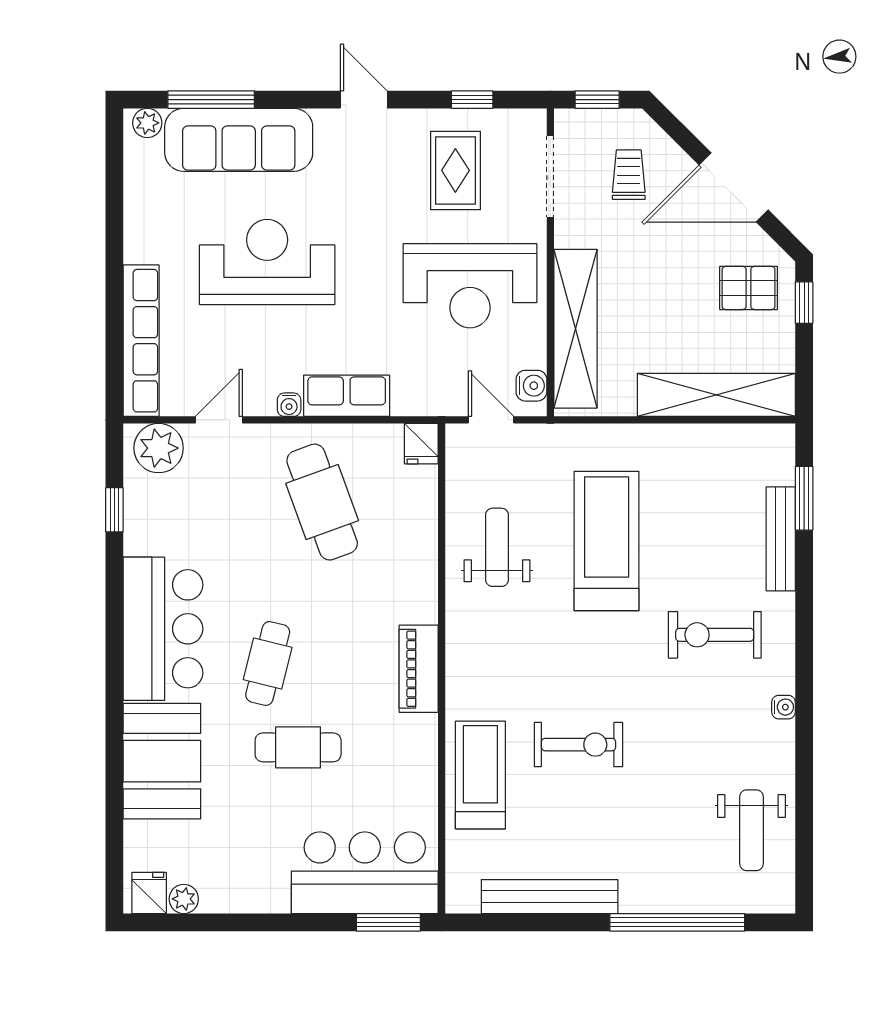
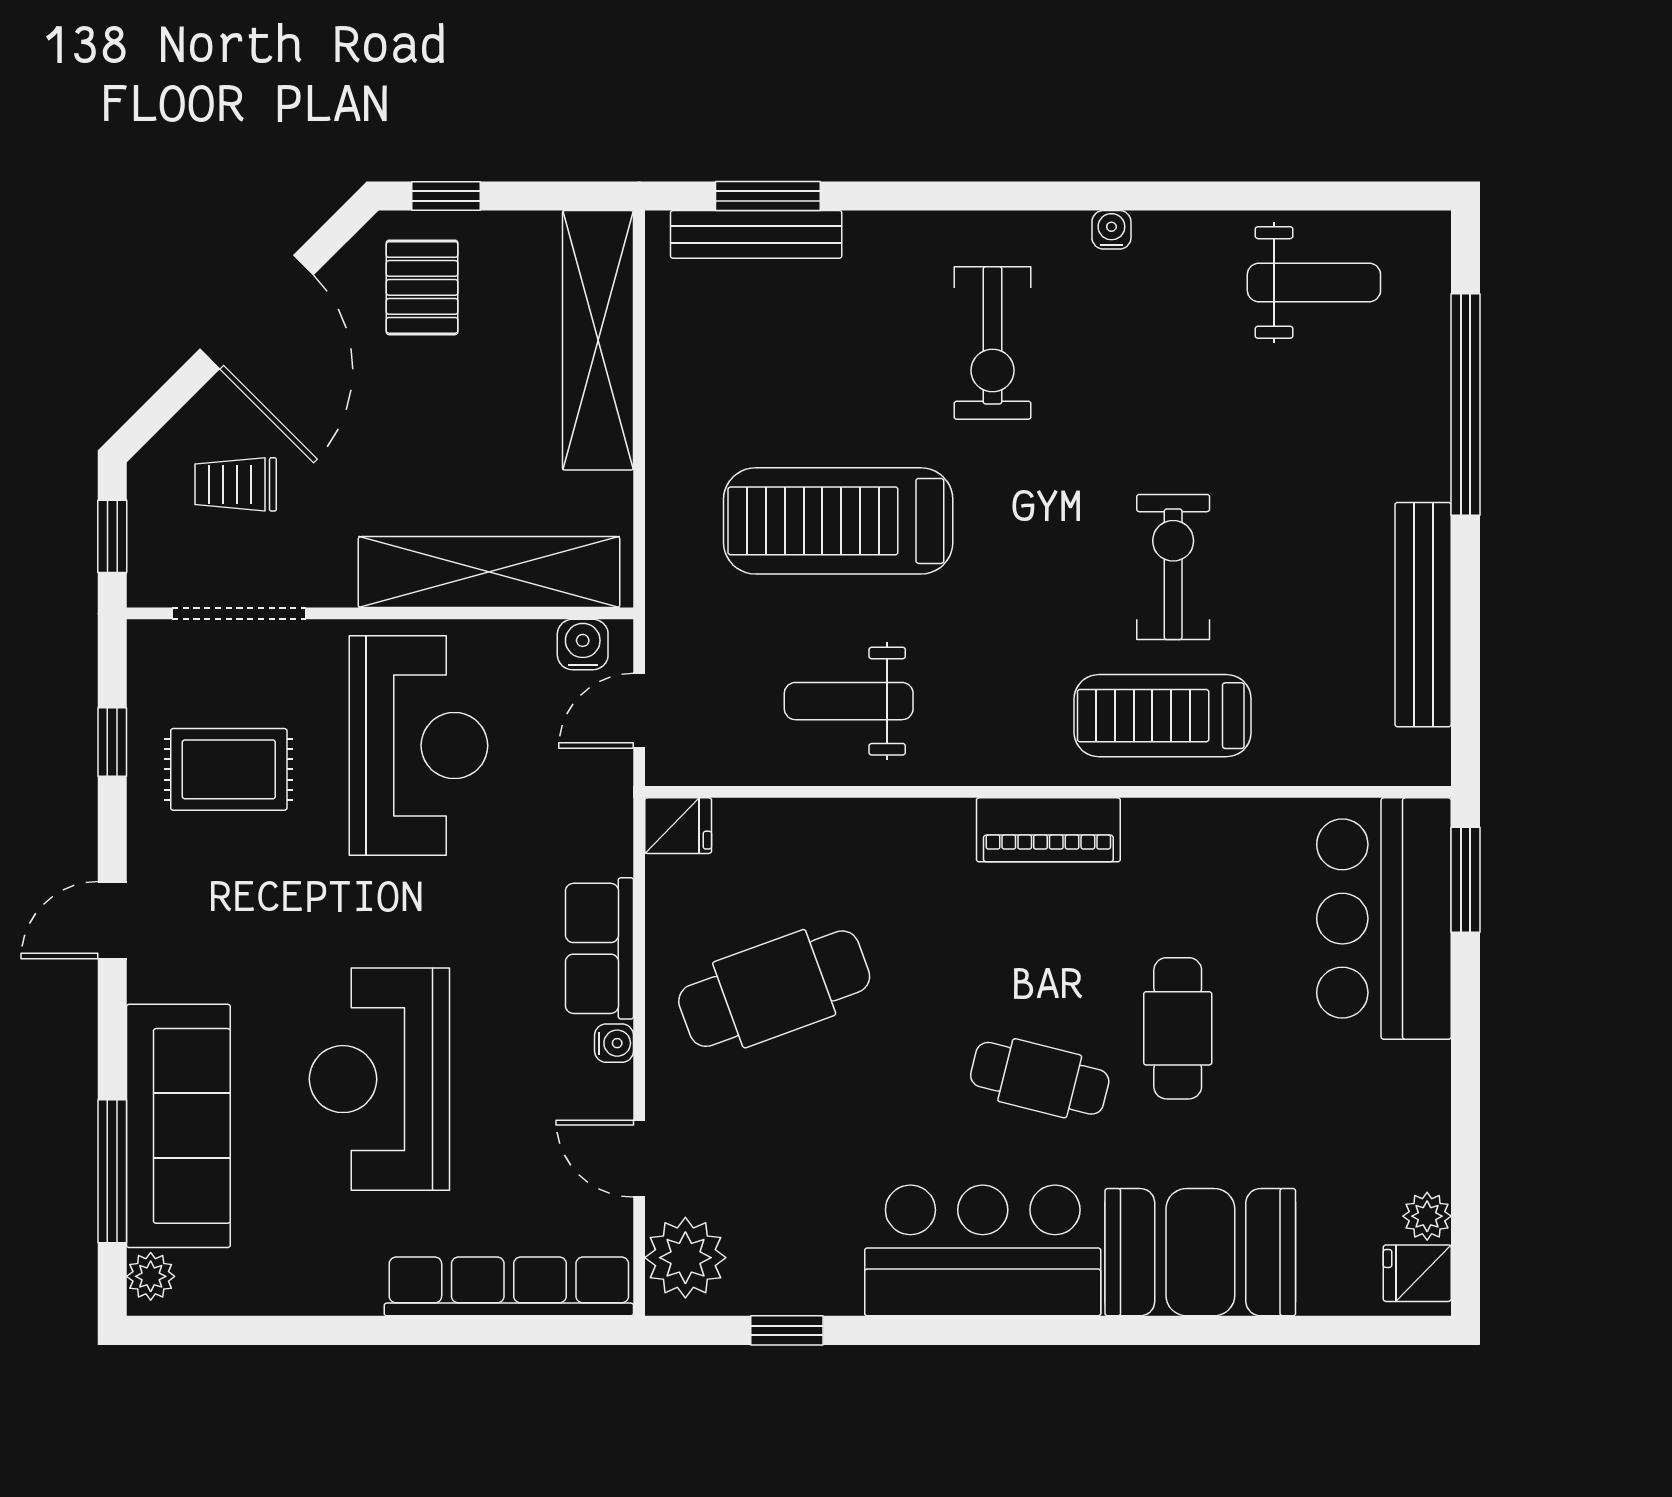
bench: (781, 539) -> (756, 234), moved
treadmill: (480, 775) -> (1163, 716), moved

